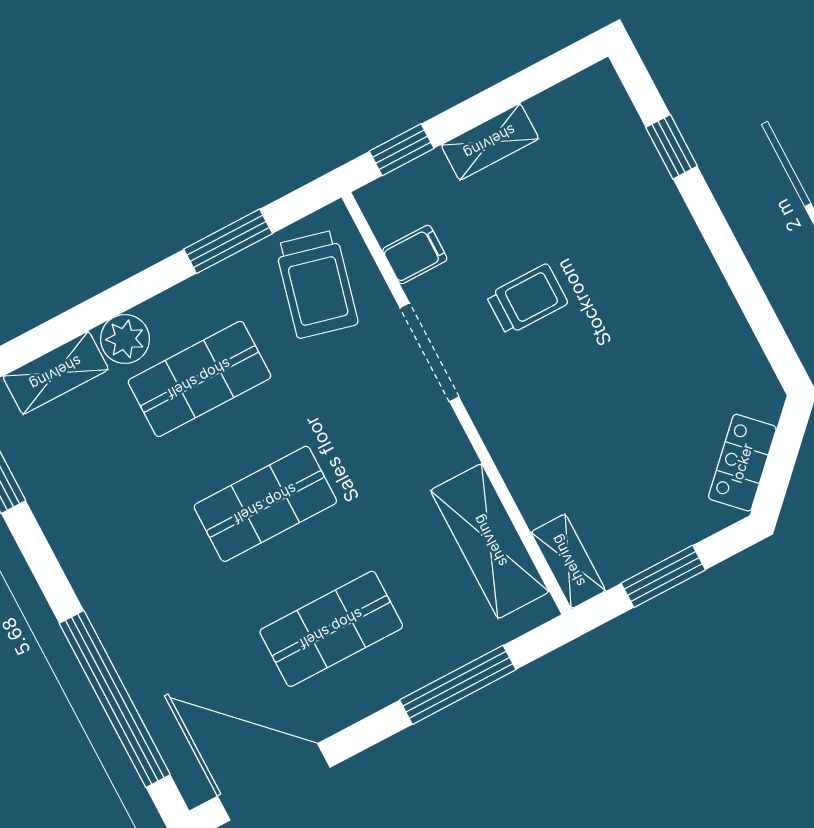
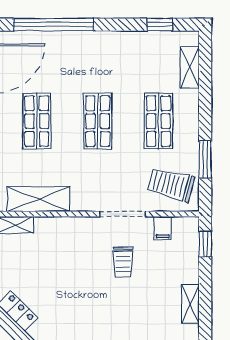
shelving: (490, 142) -> (190, 304), moved
plant: (125, 339) -> (189, 101), removed

